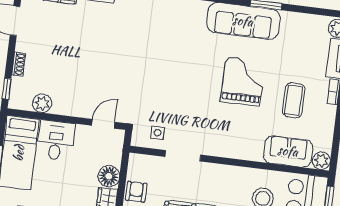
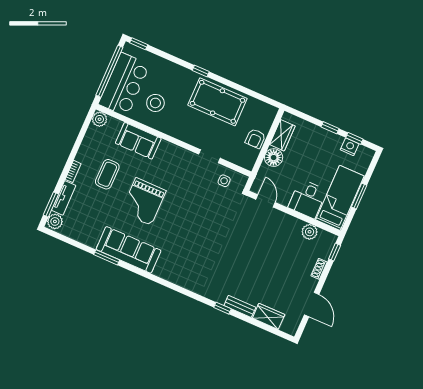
door: (103, 124) -> (265, 201), swing flipped
sofa: (288, 151) -> (138, 141), moved
doorway: (183, 156) -> (209, 156), width x0.73

